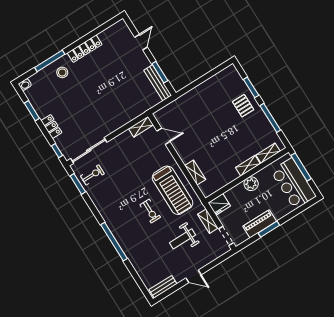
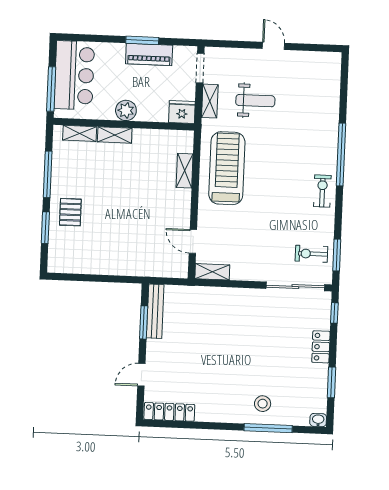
locker: (85, 49) -> (169, 412), moved
exercise bike: (150, 211) -> (322, 191), moved
bench: (163, 287) -> (319, 59), removed

